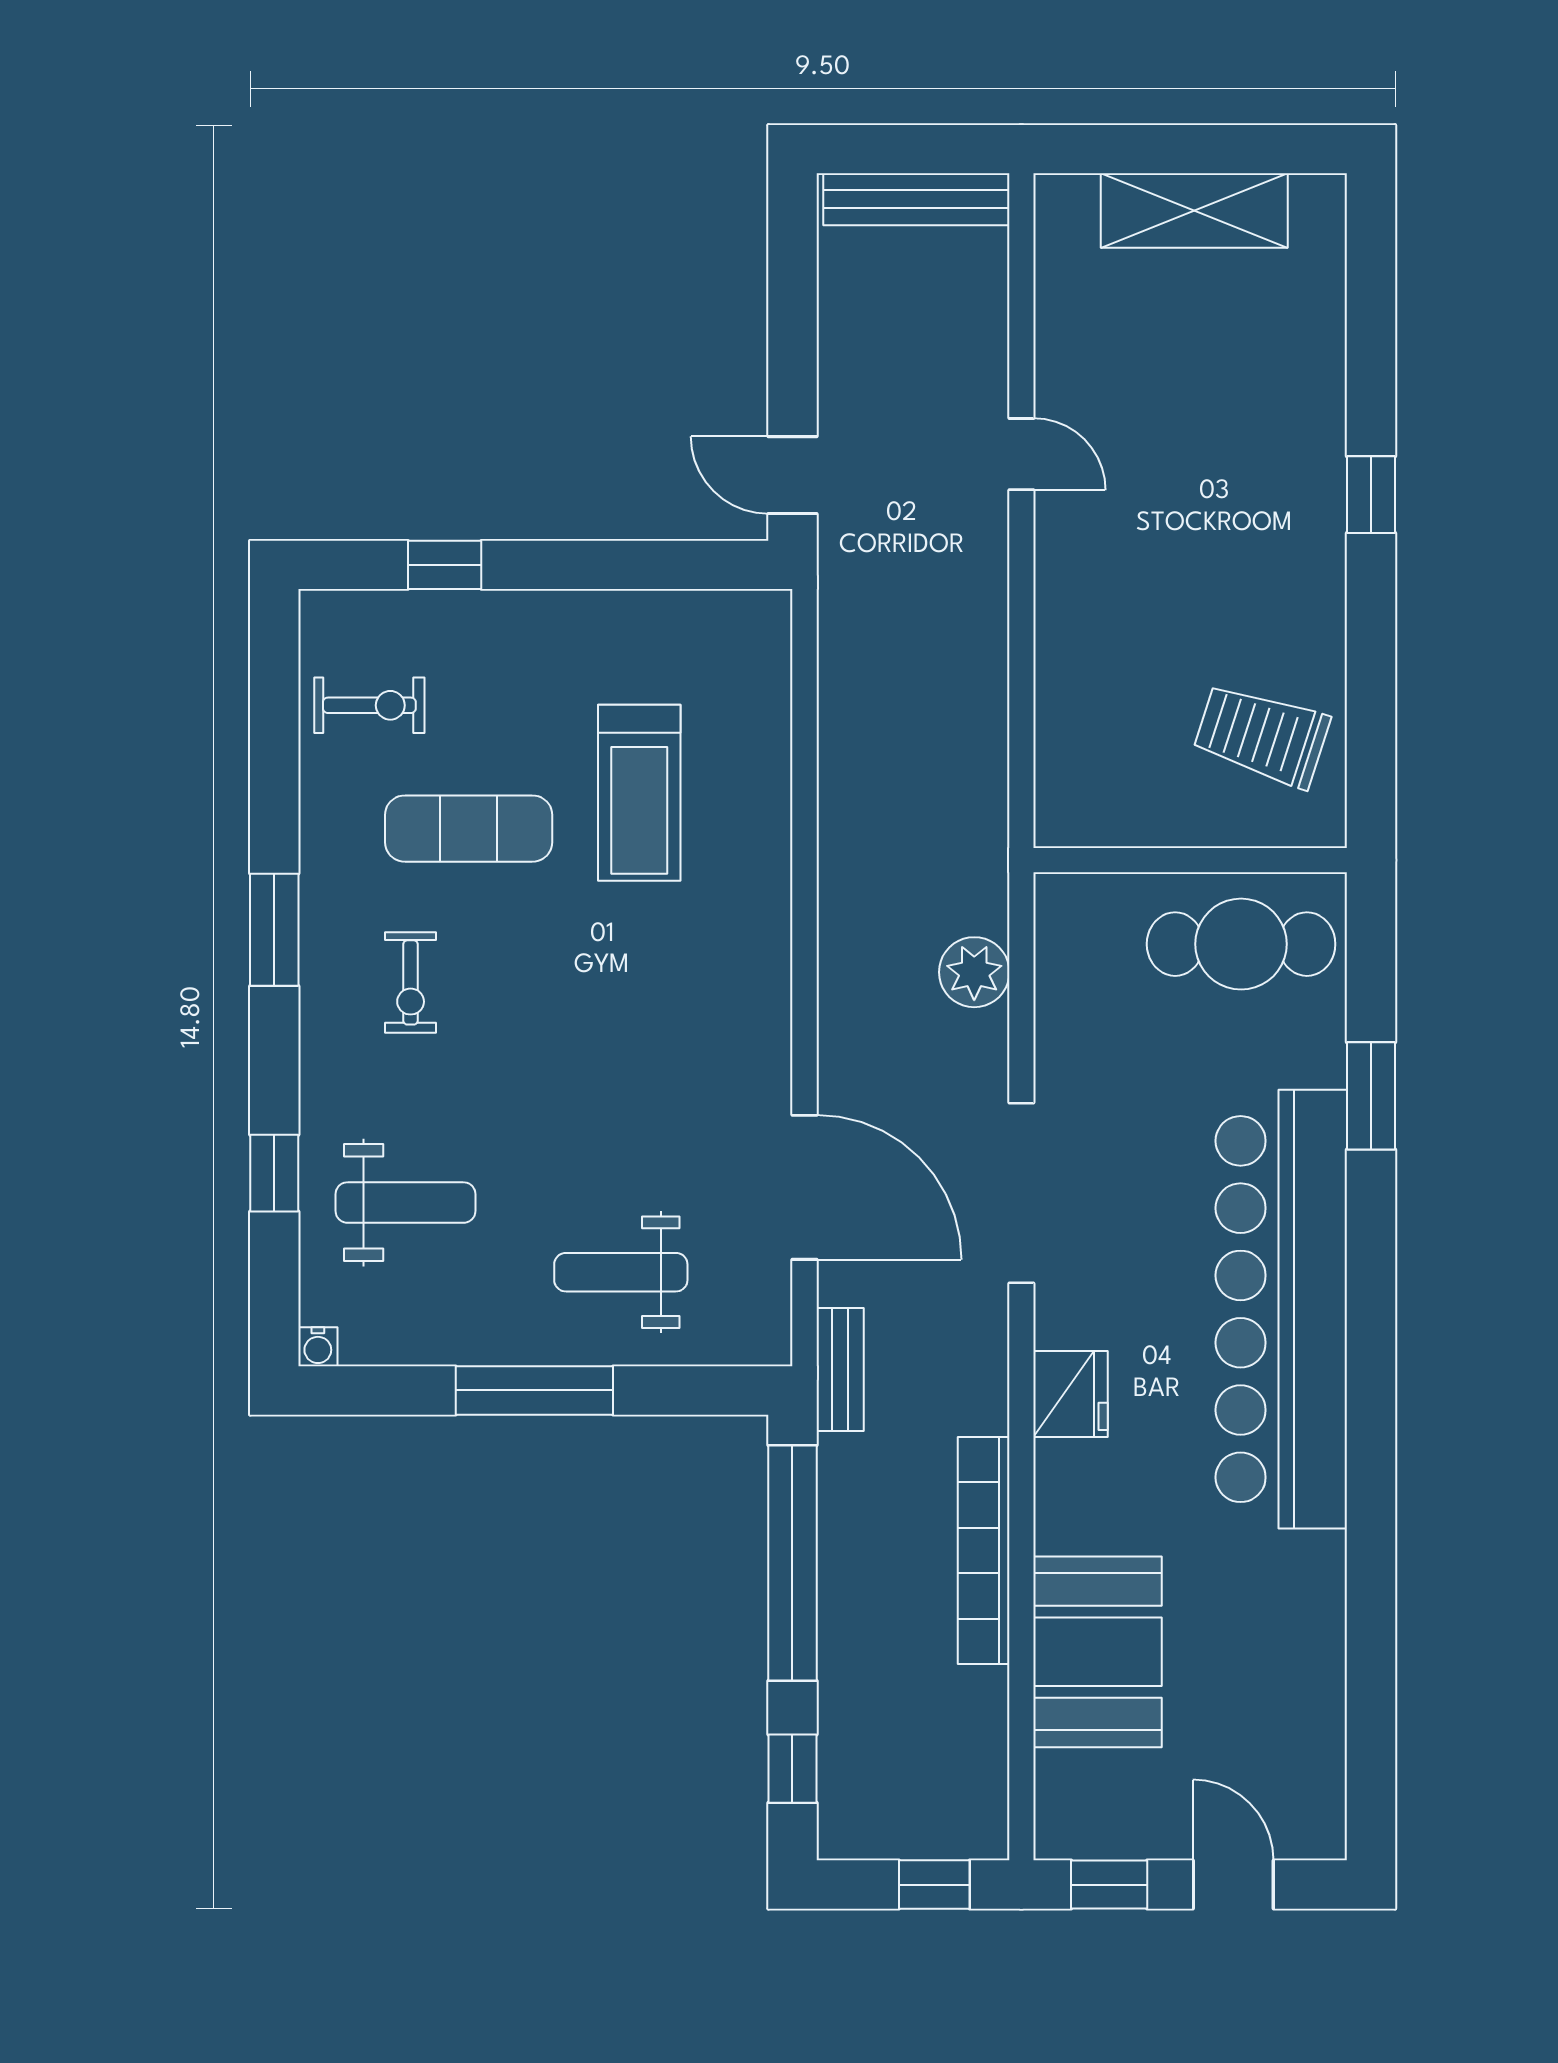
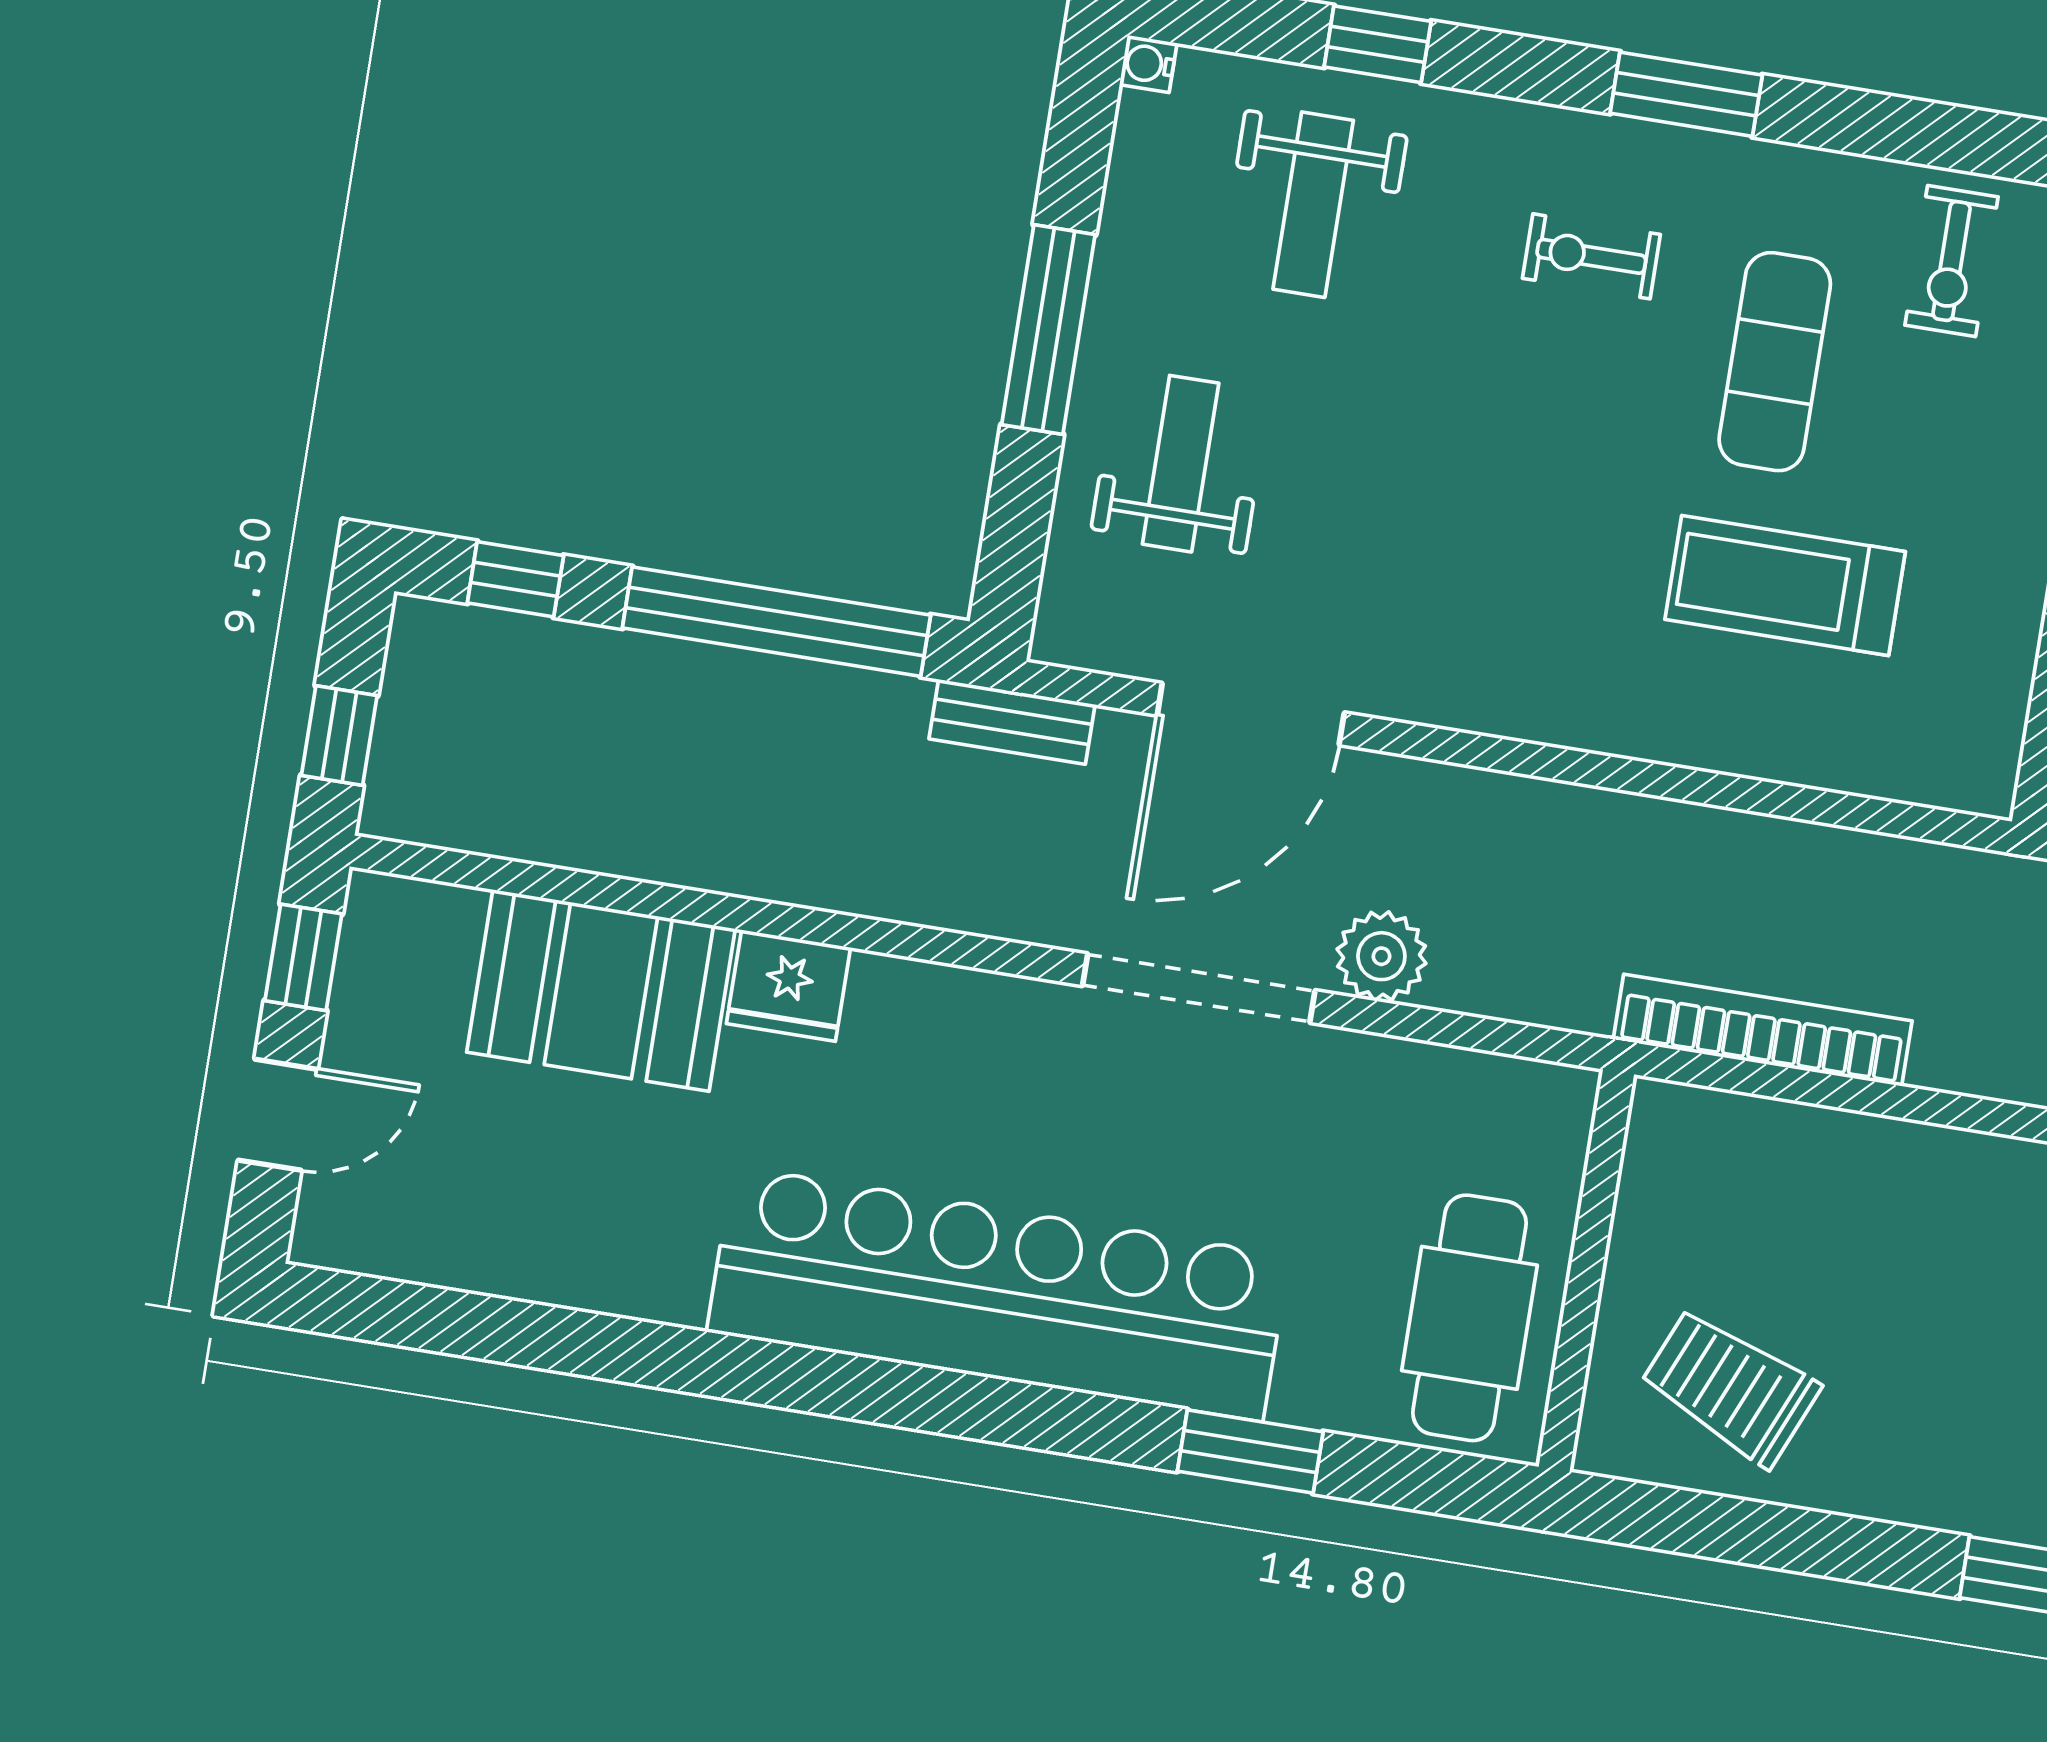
trolley: (1262, 735) -> (1730, 1387), turned -85
plant: (974, 972) -> (1381, 956), moved
fridge: (1071, 1394) -> (789, 986), moved
bookcase: (984, 1551) -> (1763, 1030), moved

